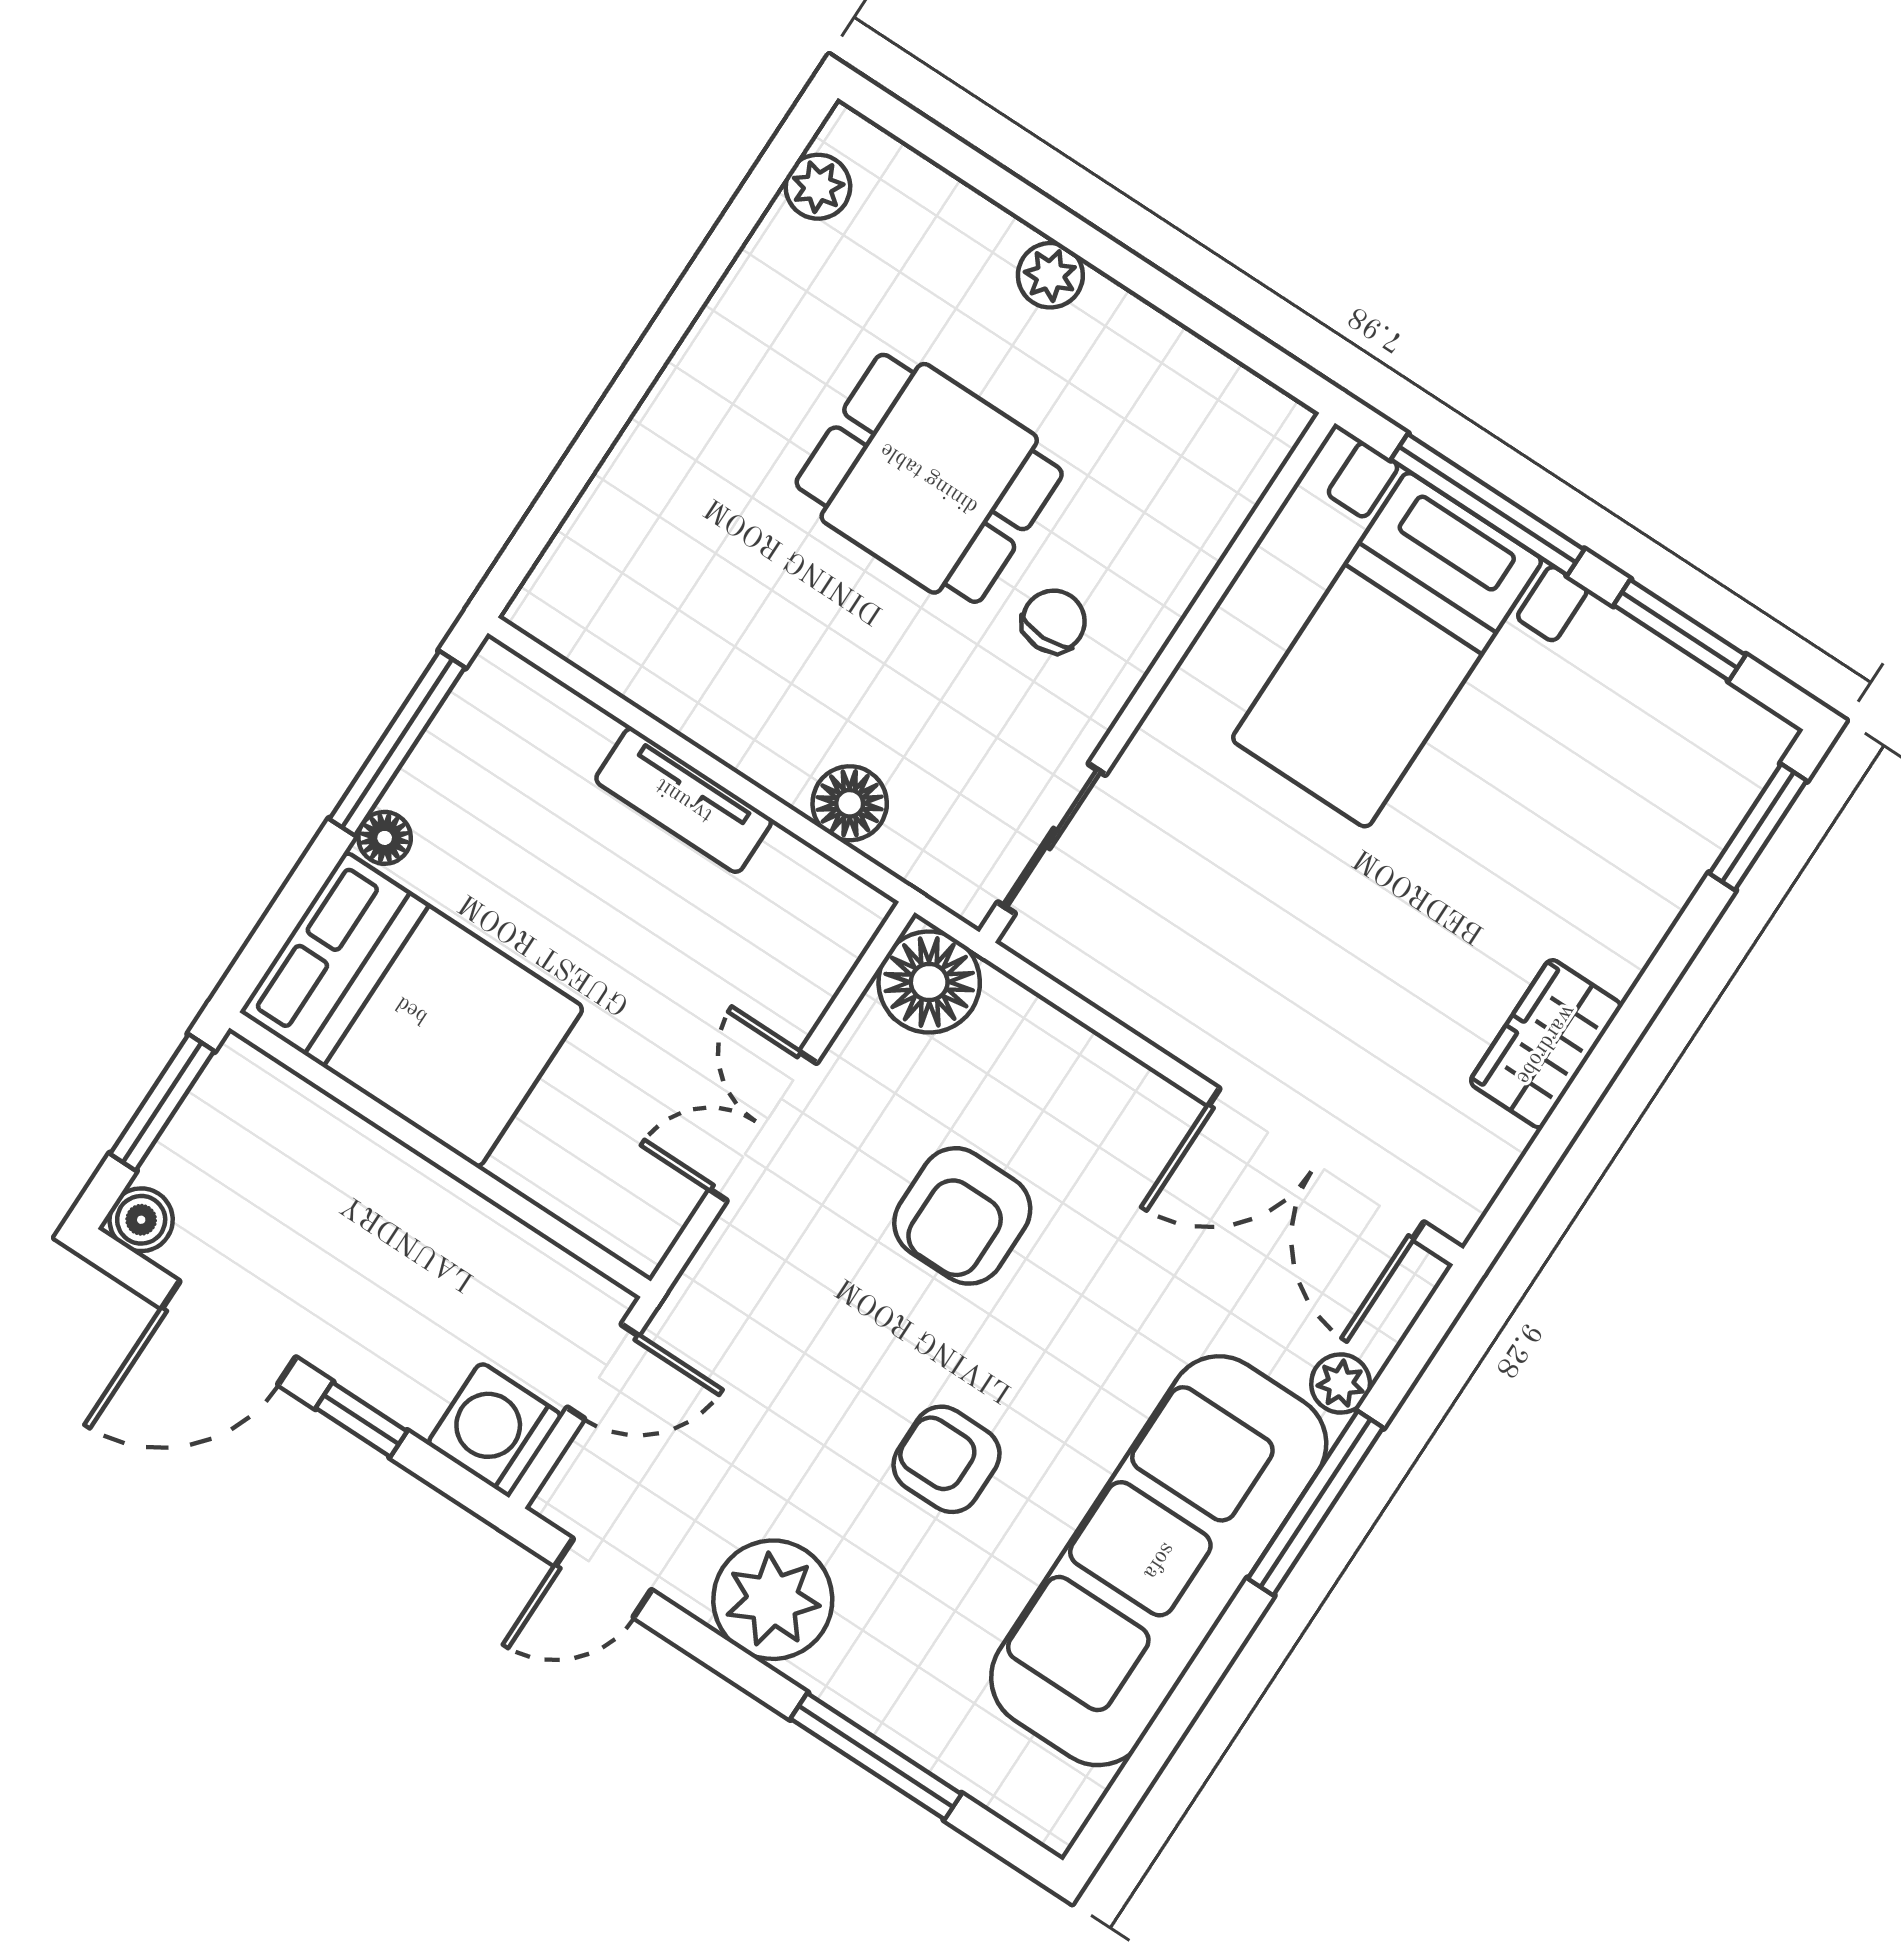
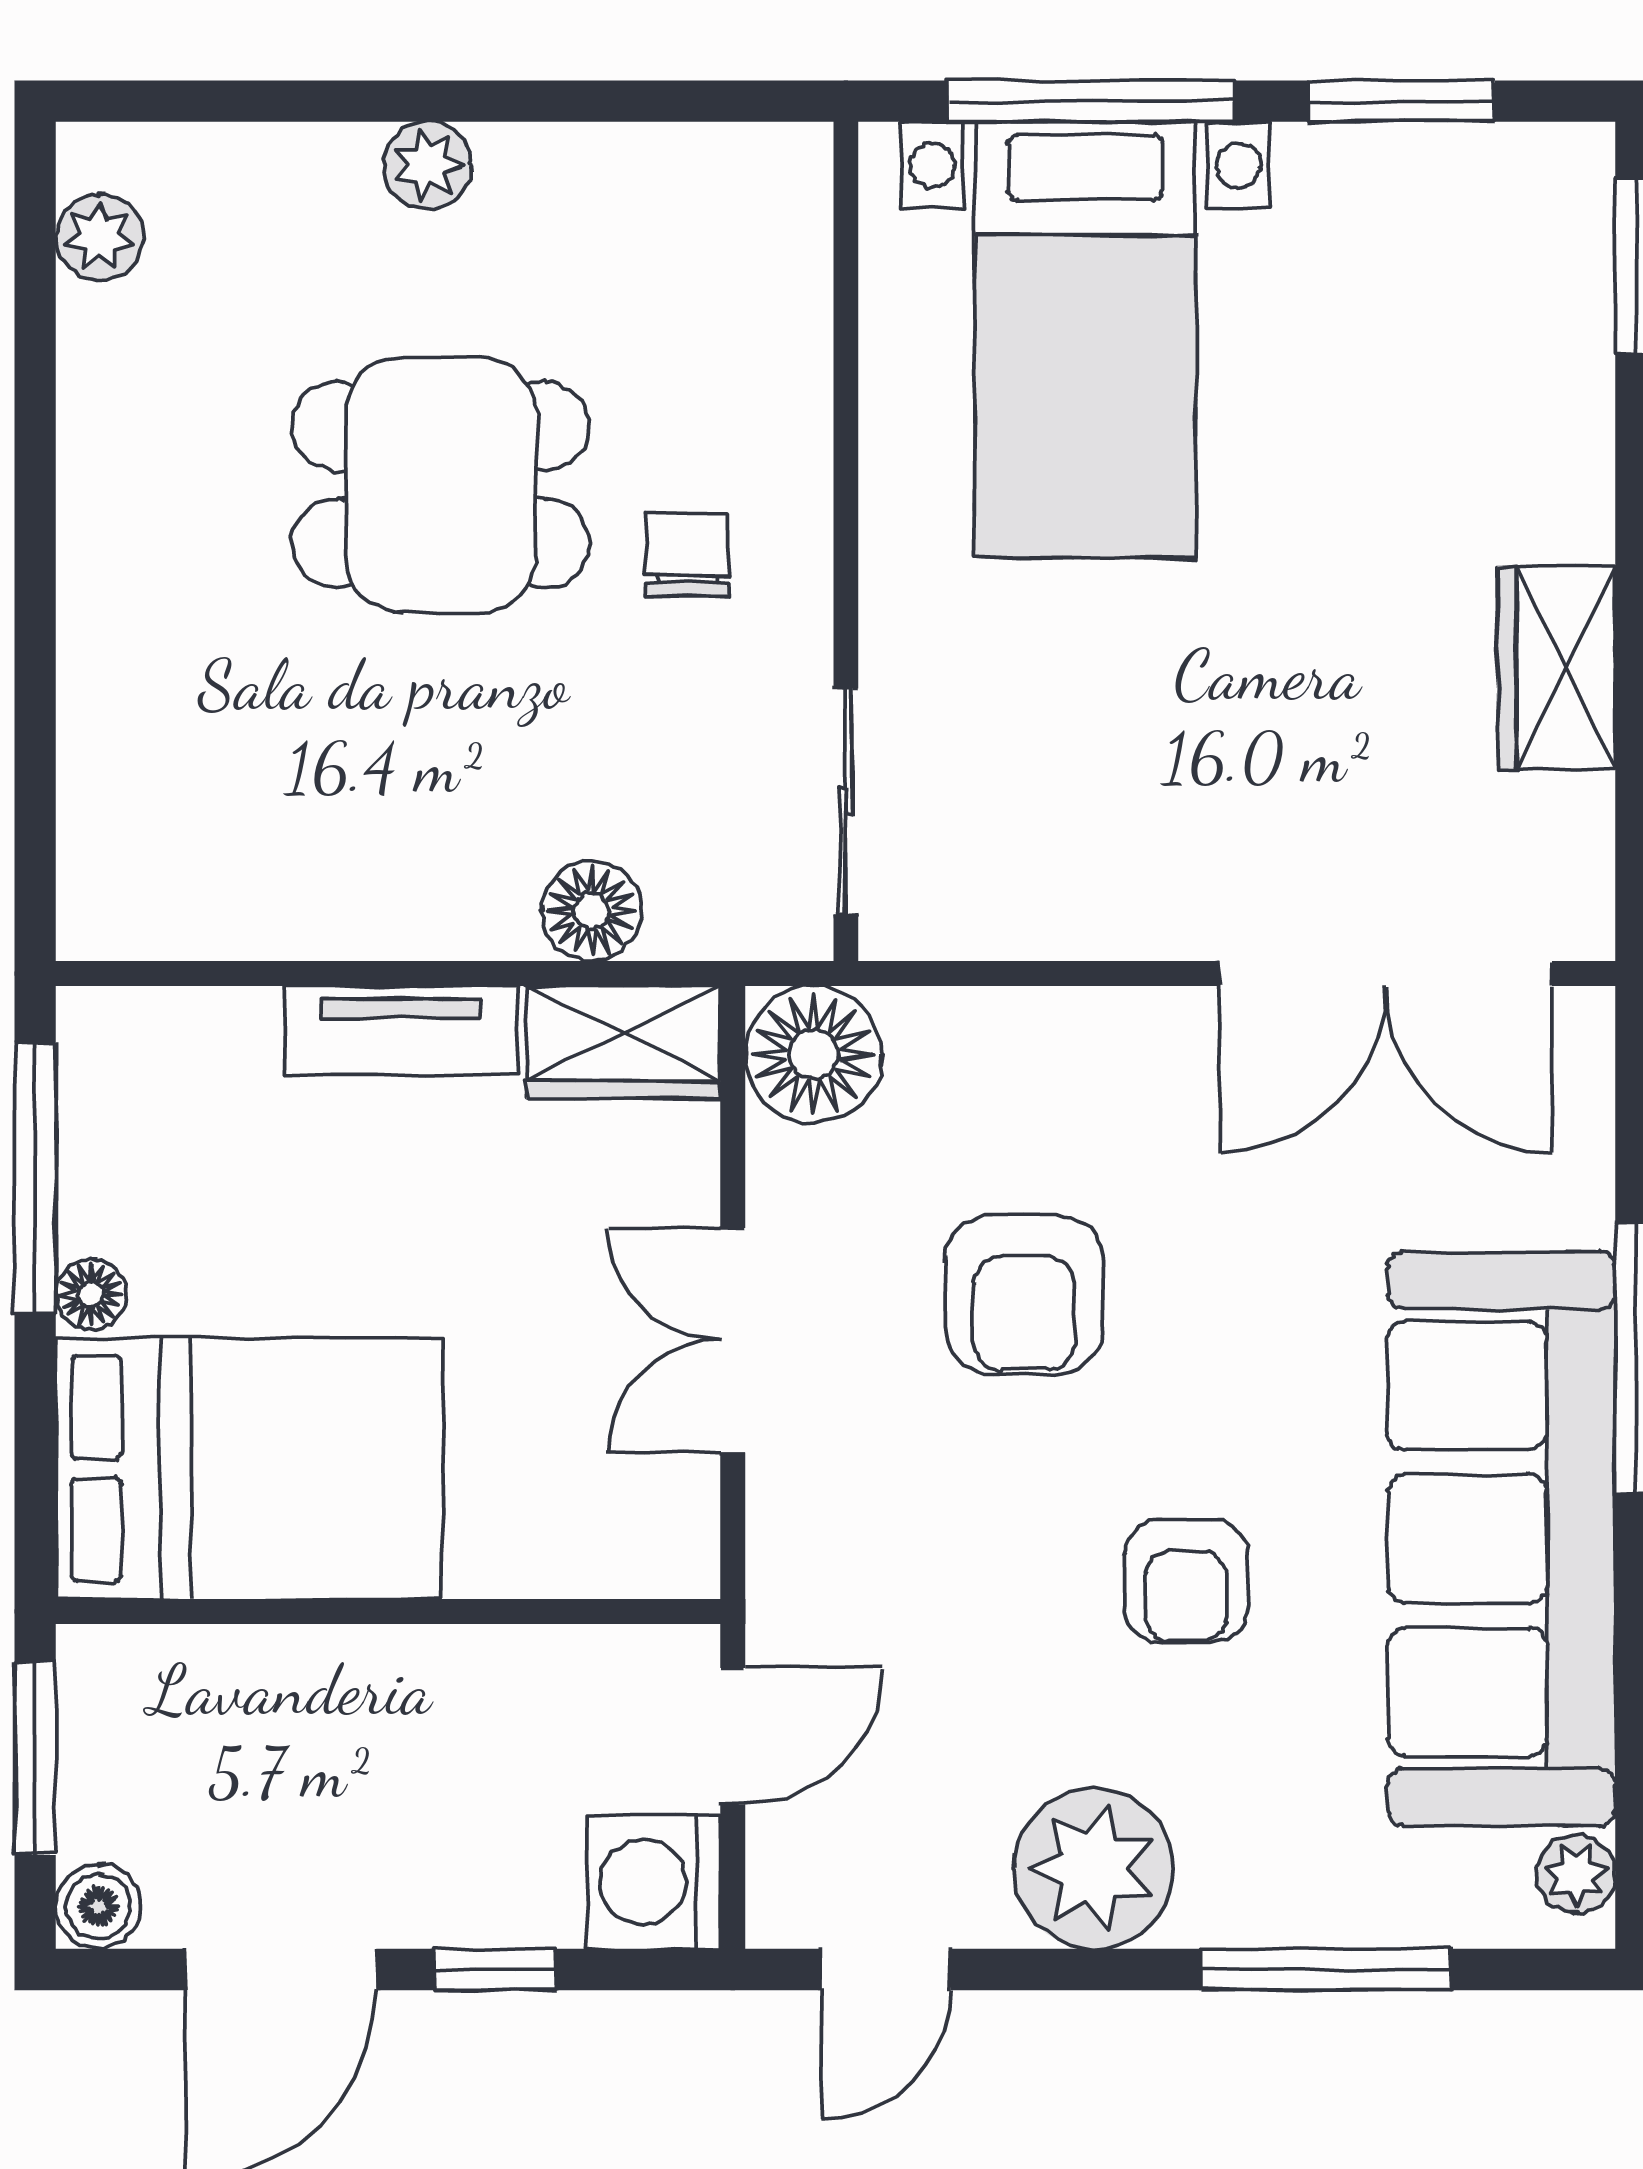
wardrobe: (816, 897) -> (623, 1042), added
plant: (1341, 1383) -> (1576, 1874), moved
armchair: (947, 1459) -> (1186, 1581), turned -90

